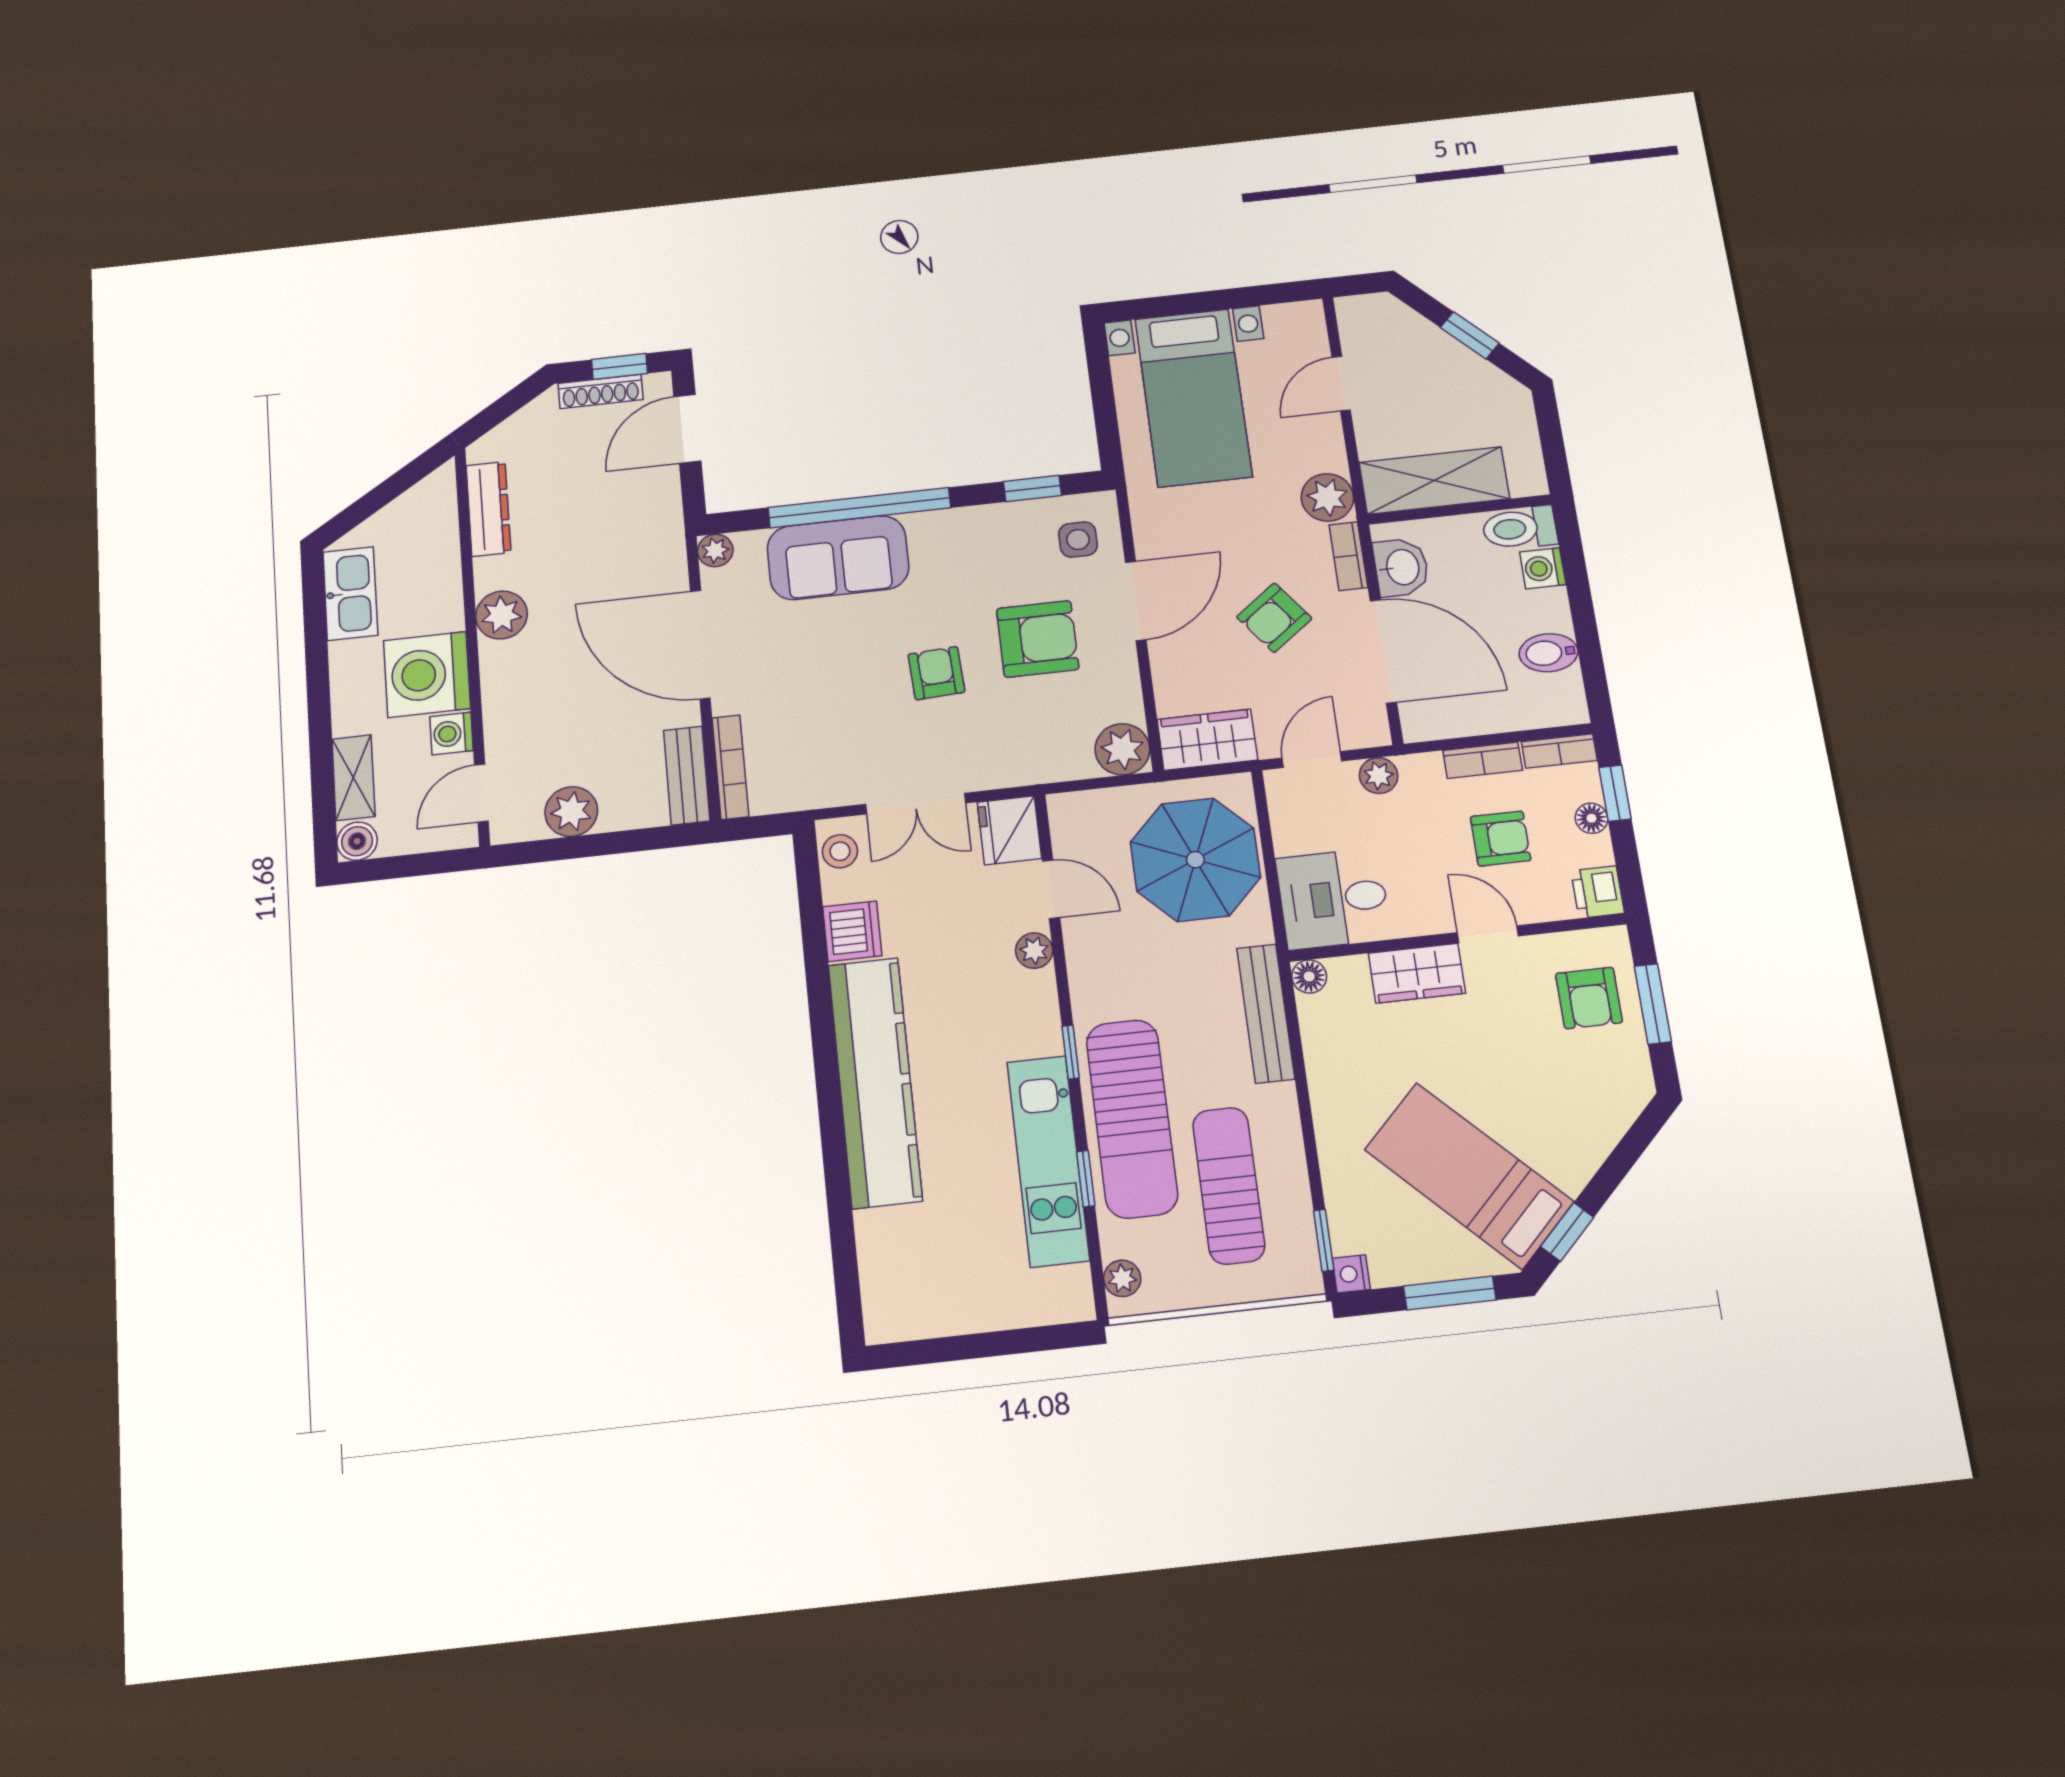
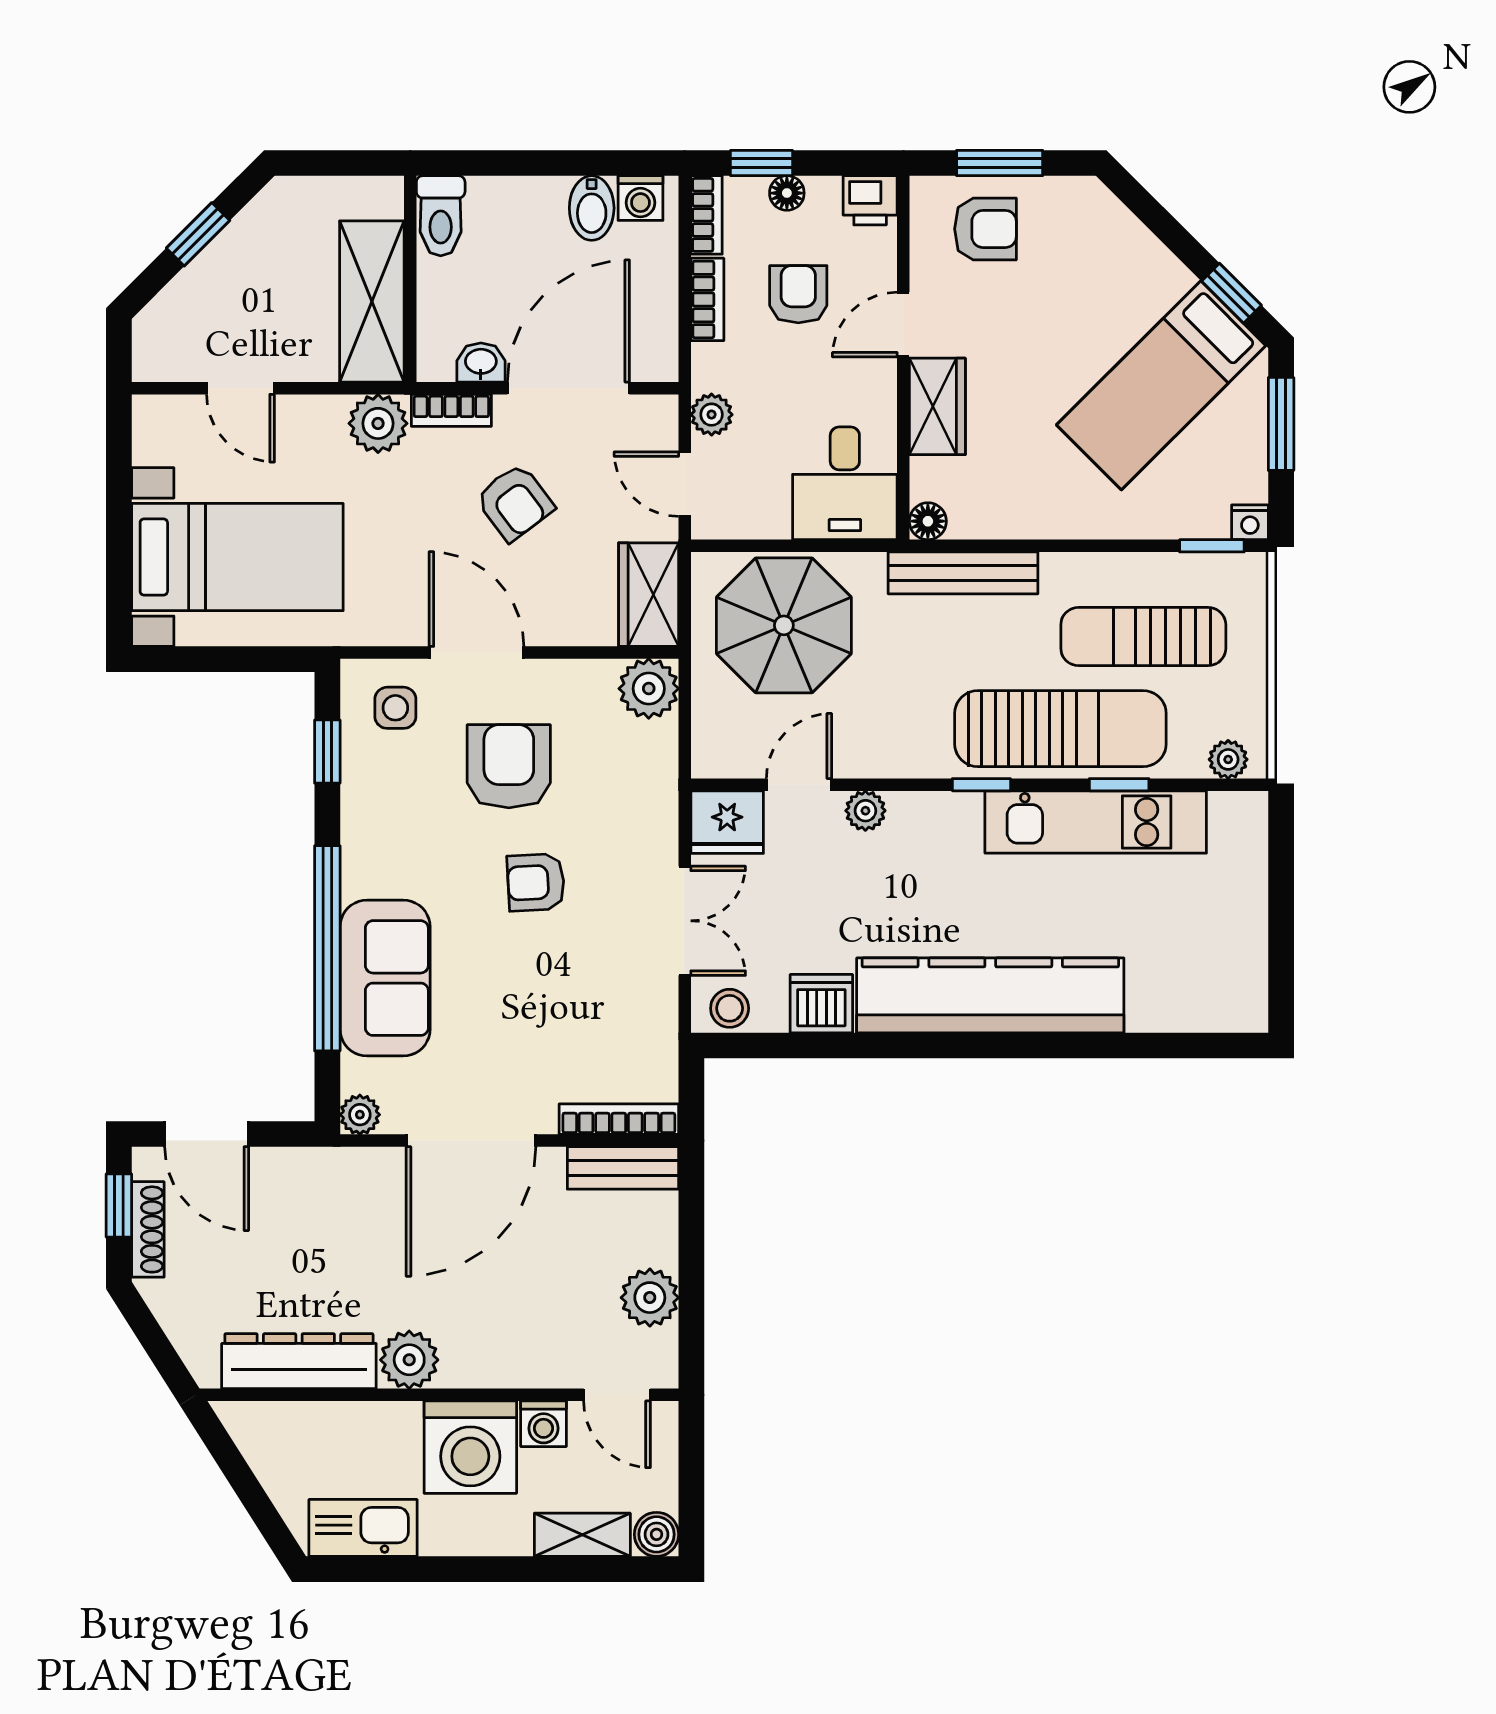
dresser: (488, 509) -> (299, 1361), width x1.37, depth x1.24
washbasin: (1401, 567) -> (481, 363), width x0.72, depth x0.69
washing machine: (1543, 568) -> (640, 198), moved

